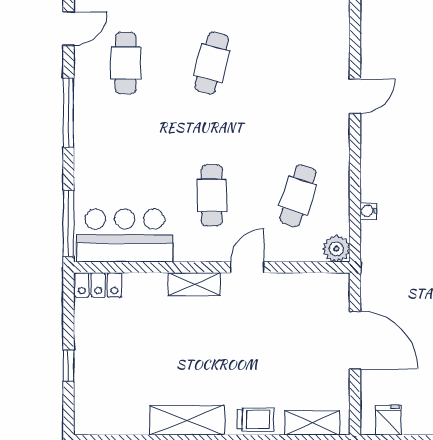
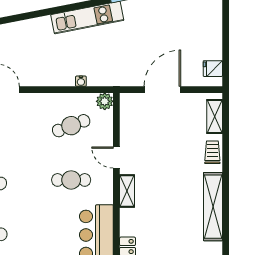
cafe table: (298, 196) -> (71, 126), turned -39
shelving: (187, 420) -> (213, 207), width x1.47

